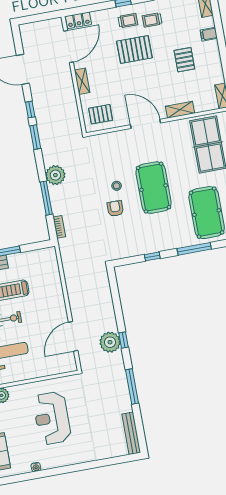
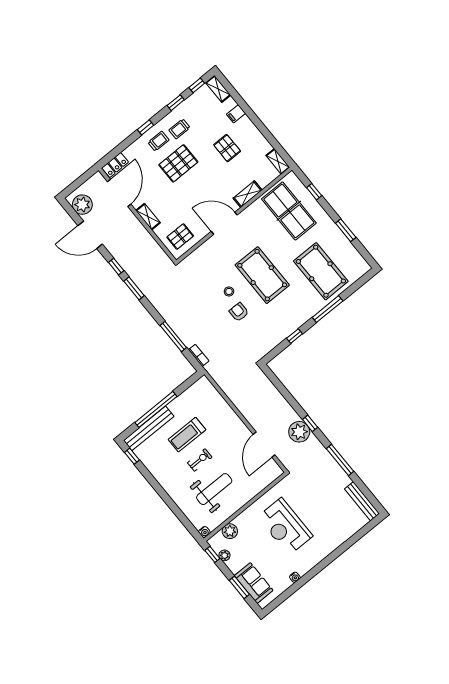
plant: (55, 175) -> (82, 205), moved

